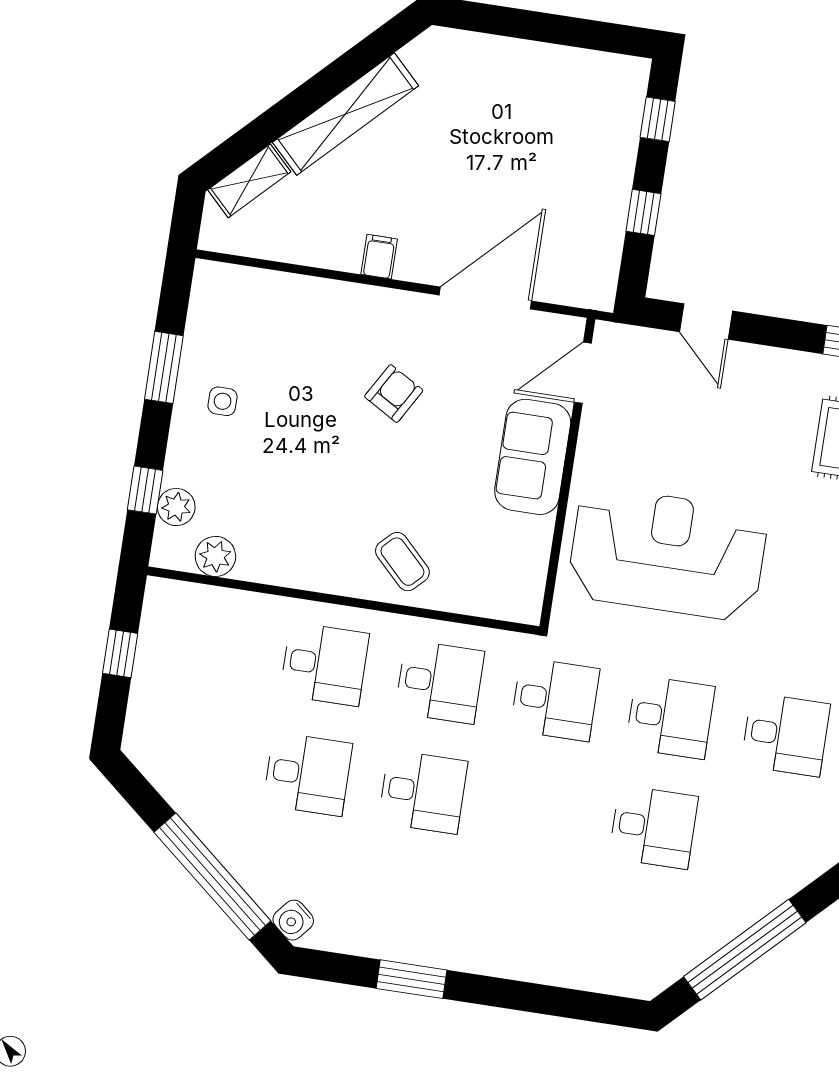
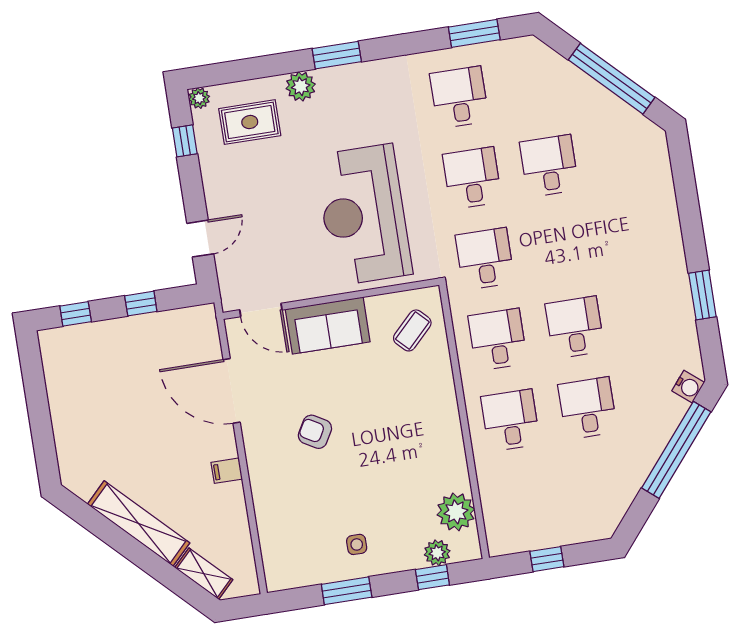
plant: (215, 556) -> (456, 512), width x1.36, depth x1.36
coffee table: (402, 562) -> (412, 330), moved

